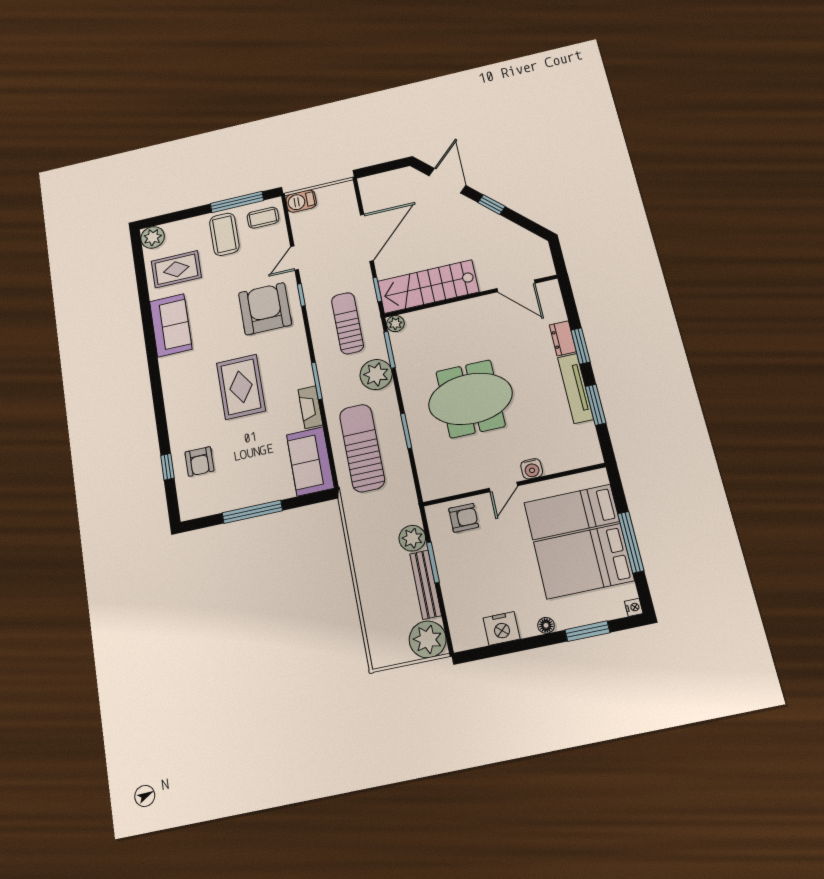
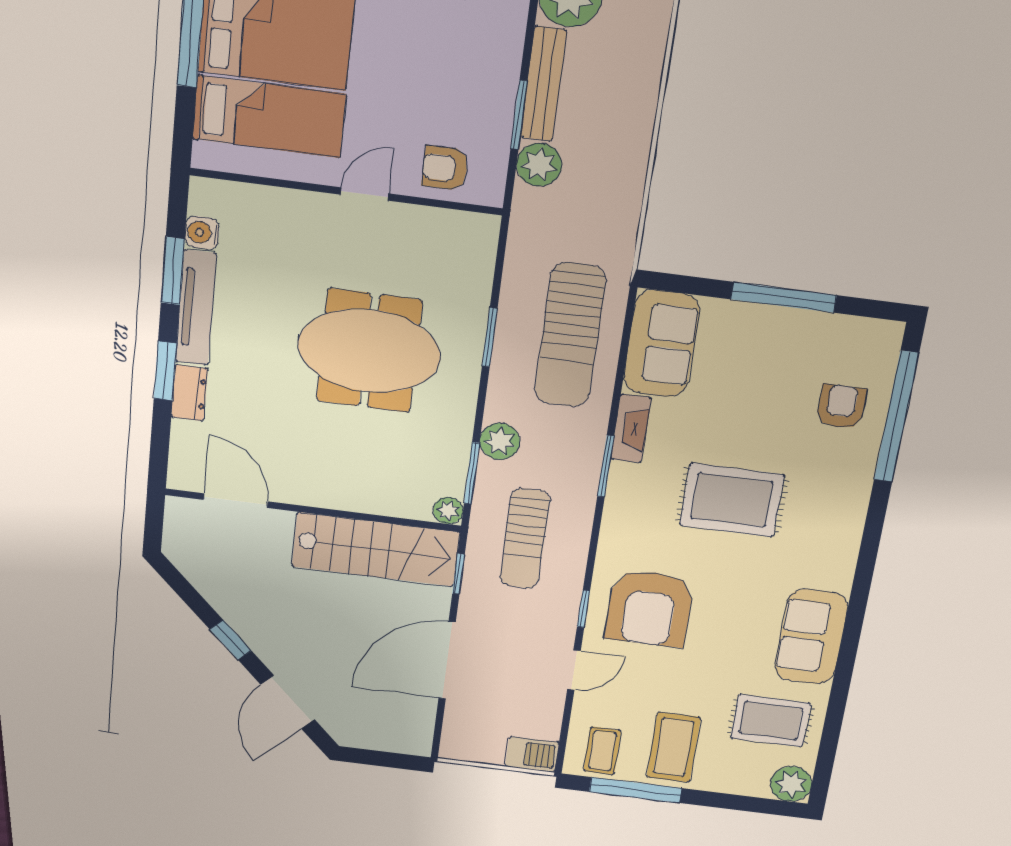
coffee table: (263, 218) -> (602, 751), turned 90
plant: (376, 374) -> (500, 441), width x0.73, depth x0.73
rug: (241, 387) -> (732, 500), turned 90
window: (167, 467) -> (896, 417), width x3.17
water cooler: (532, 469) -> (202, 233), moved, turned -90

